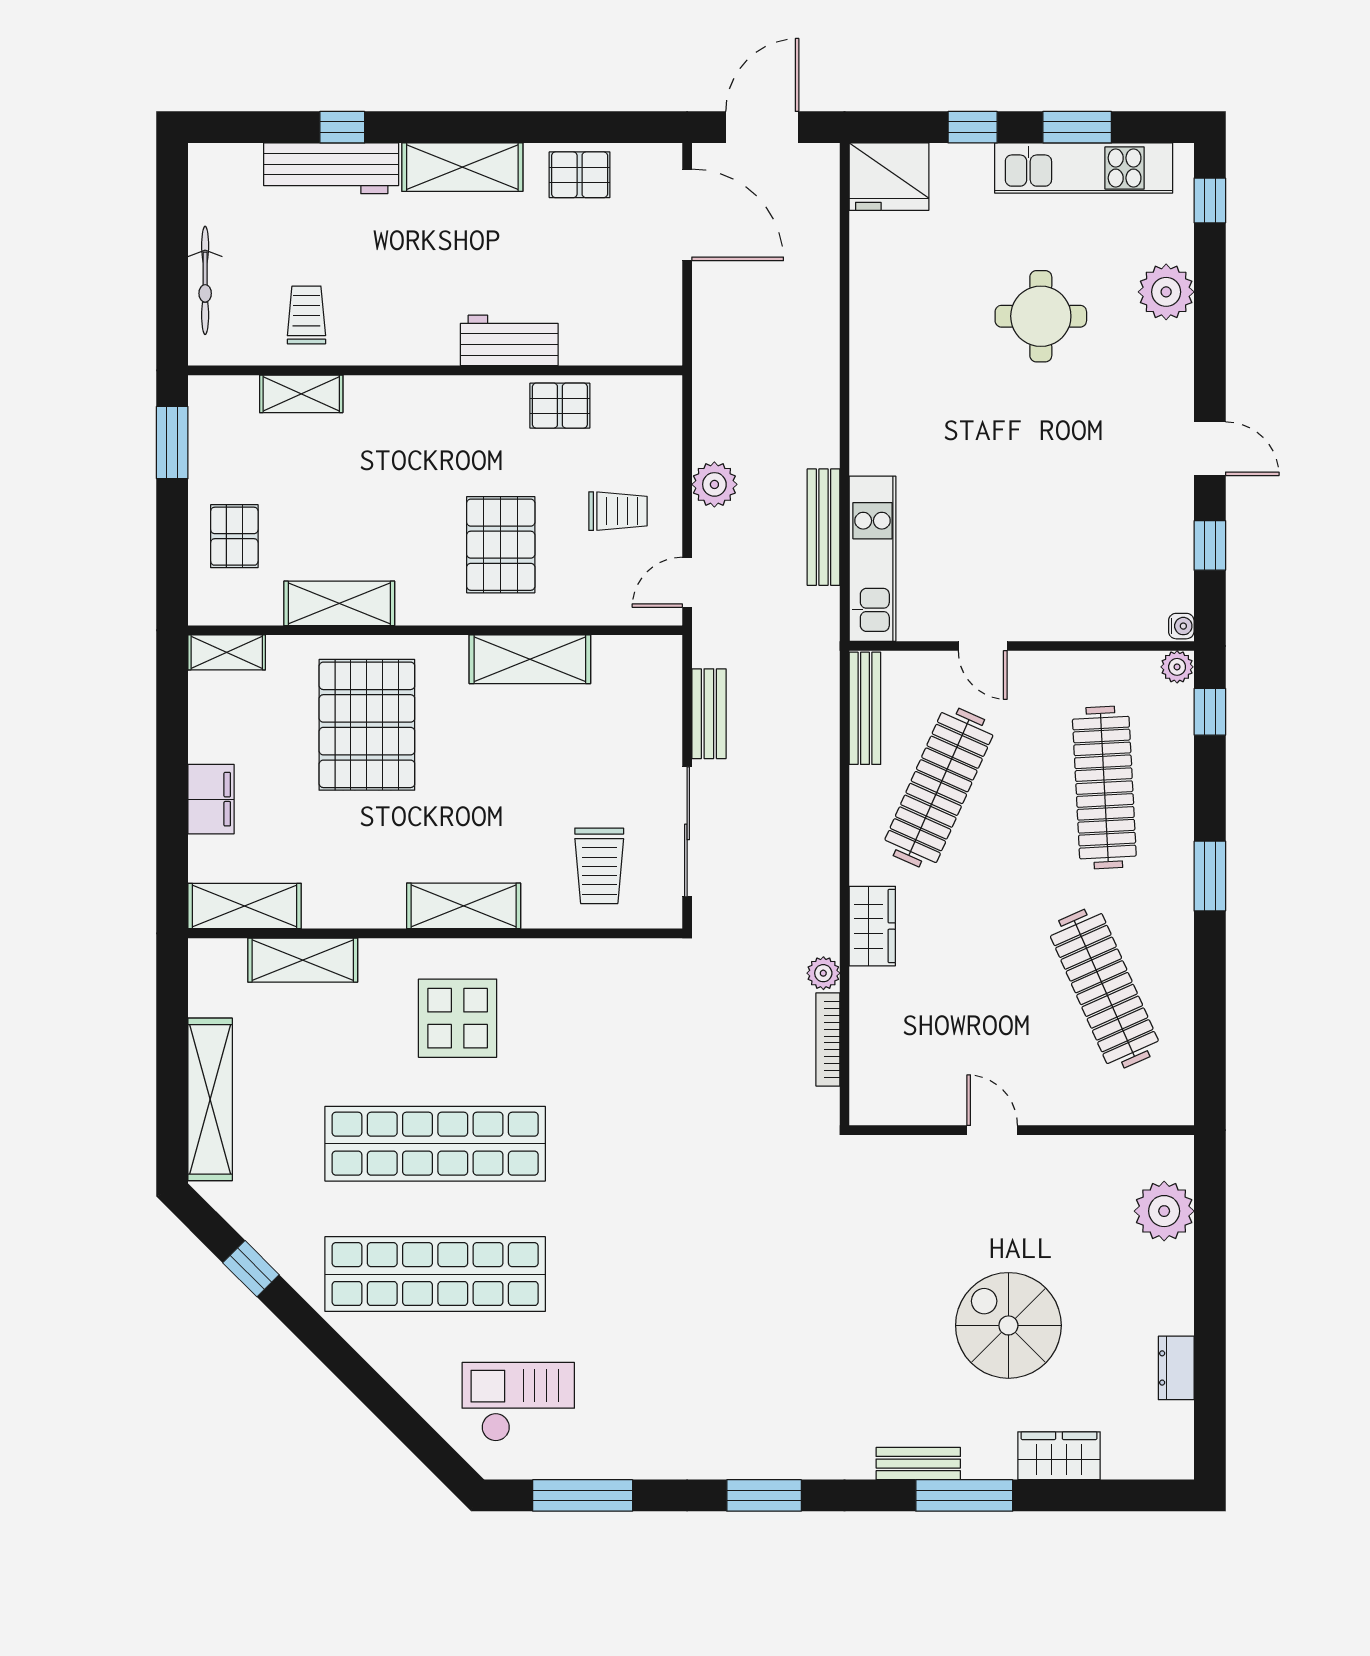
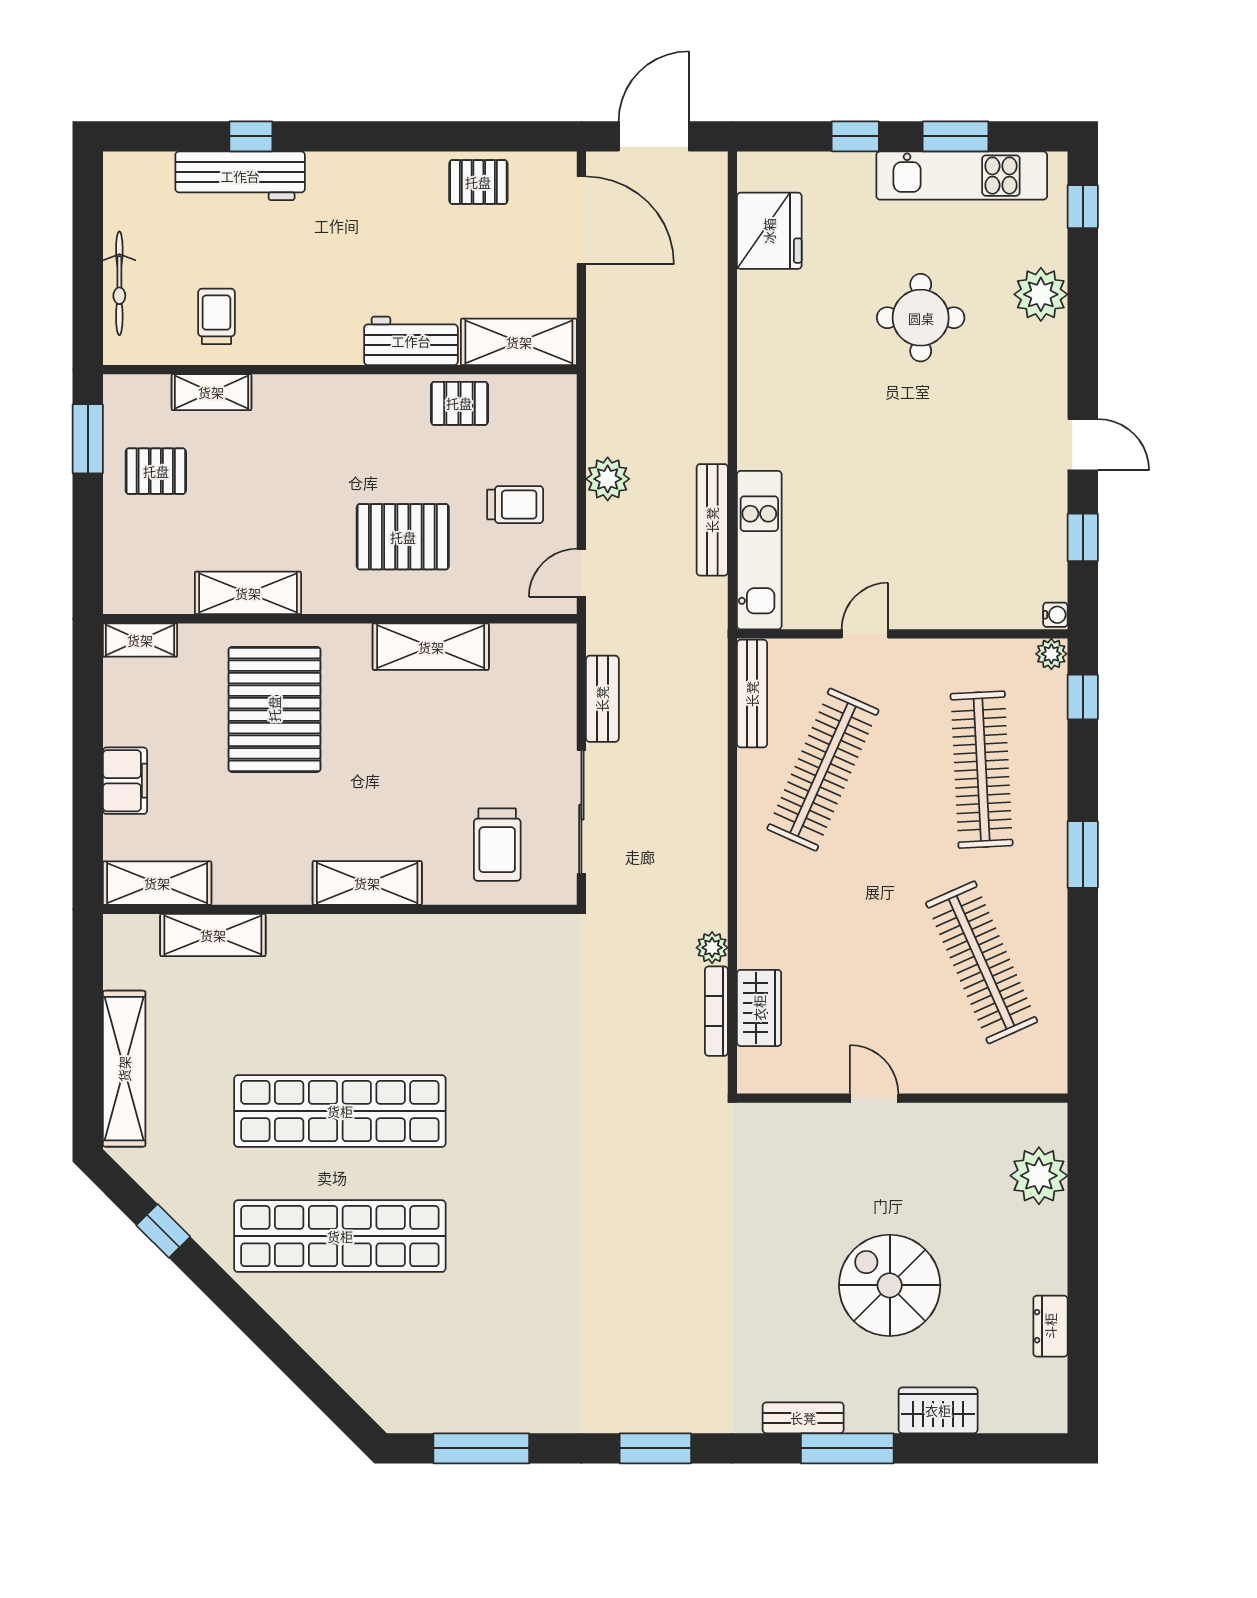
shelving: (462, 167) -> (519, 342), moved
fridge: (889, 177) -> (769, 231), moved, turned -90
pallet: (234, 536) -> (156, 471), moved, turned 90
pallet: (501, 545) -> (403, 537), turned 90
door: (983, 646) -> (865, 634), swing flipped
wardrobe: (872, 926) -> (759, 1008), moved
display table: (458, 1018) -> (361, 991), removed
checkout: (518, 1402) -> (420, 1359), removed

